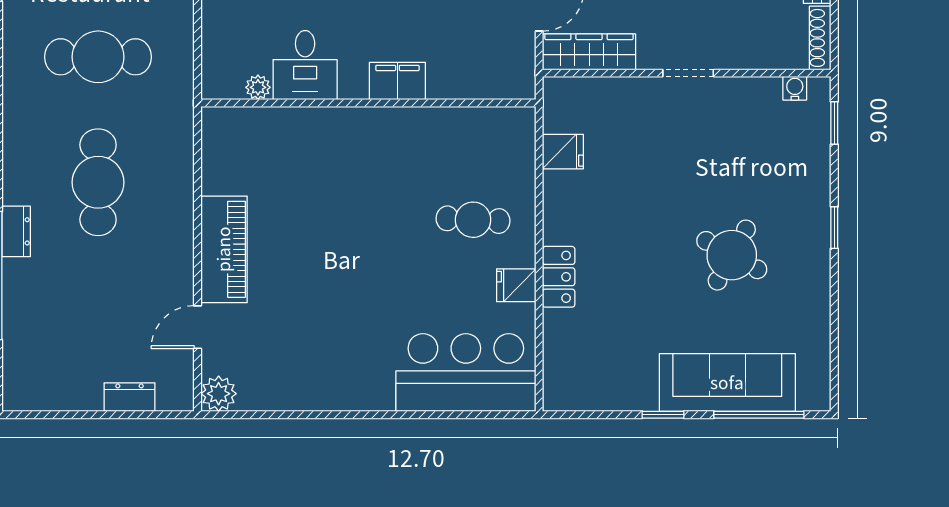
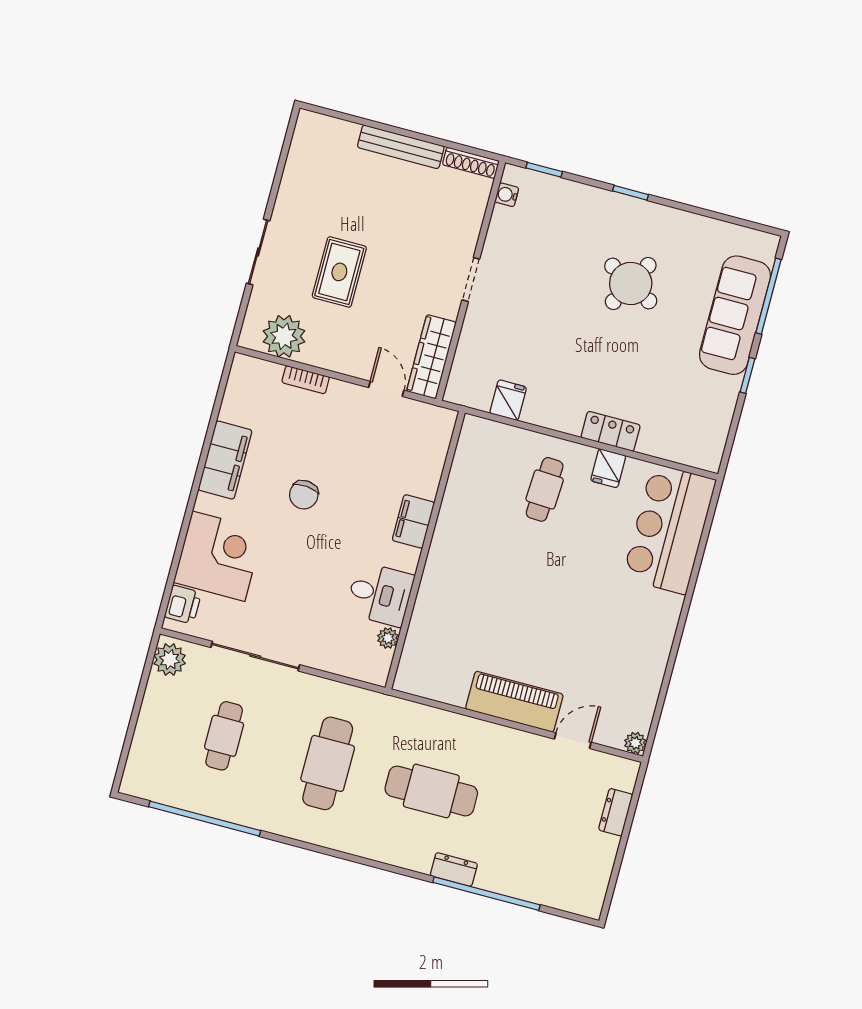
door: (198, 327) -> (573, 741), swing flipped
plant: (219, 394) -> (635, 743), width x0.73, depth x0.73

